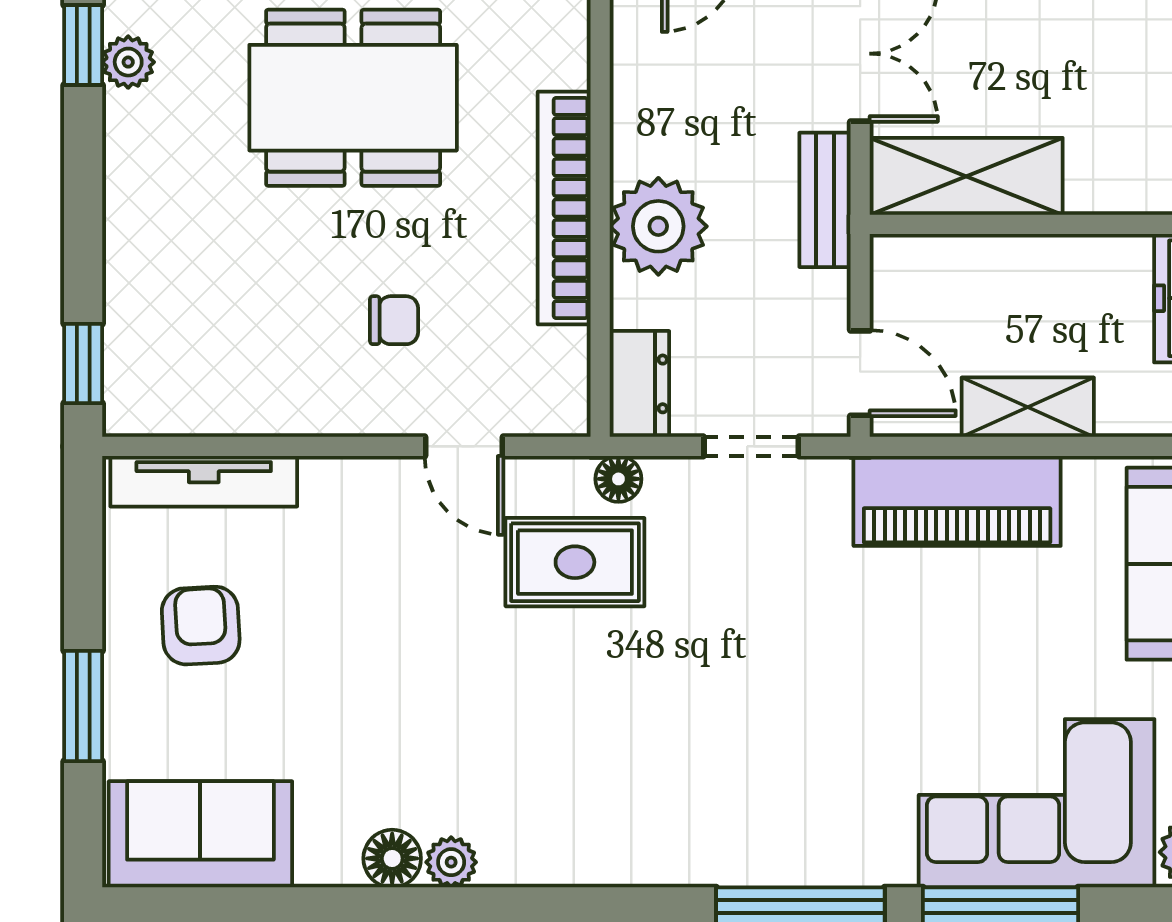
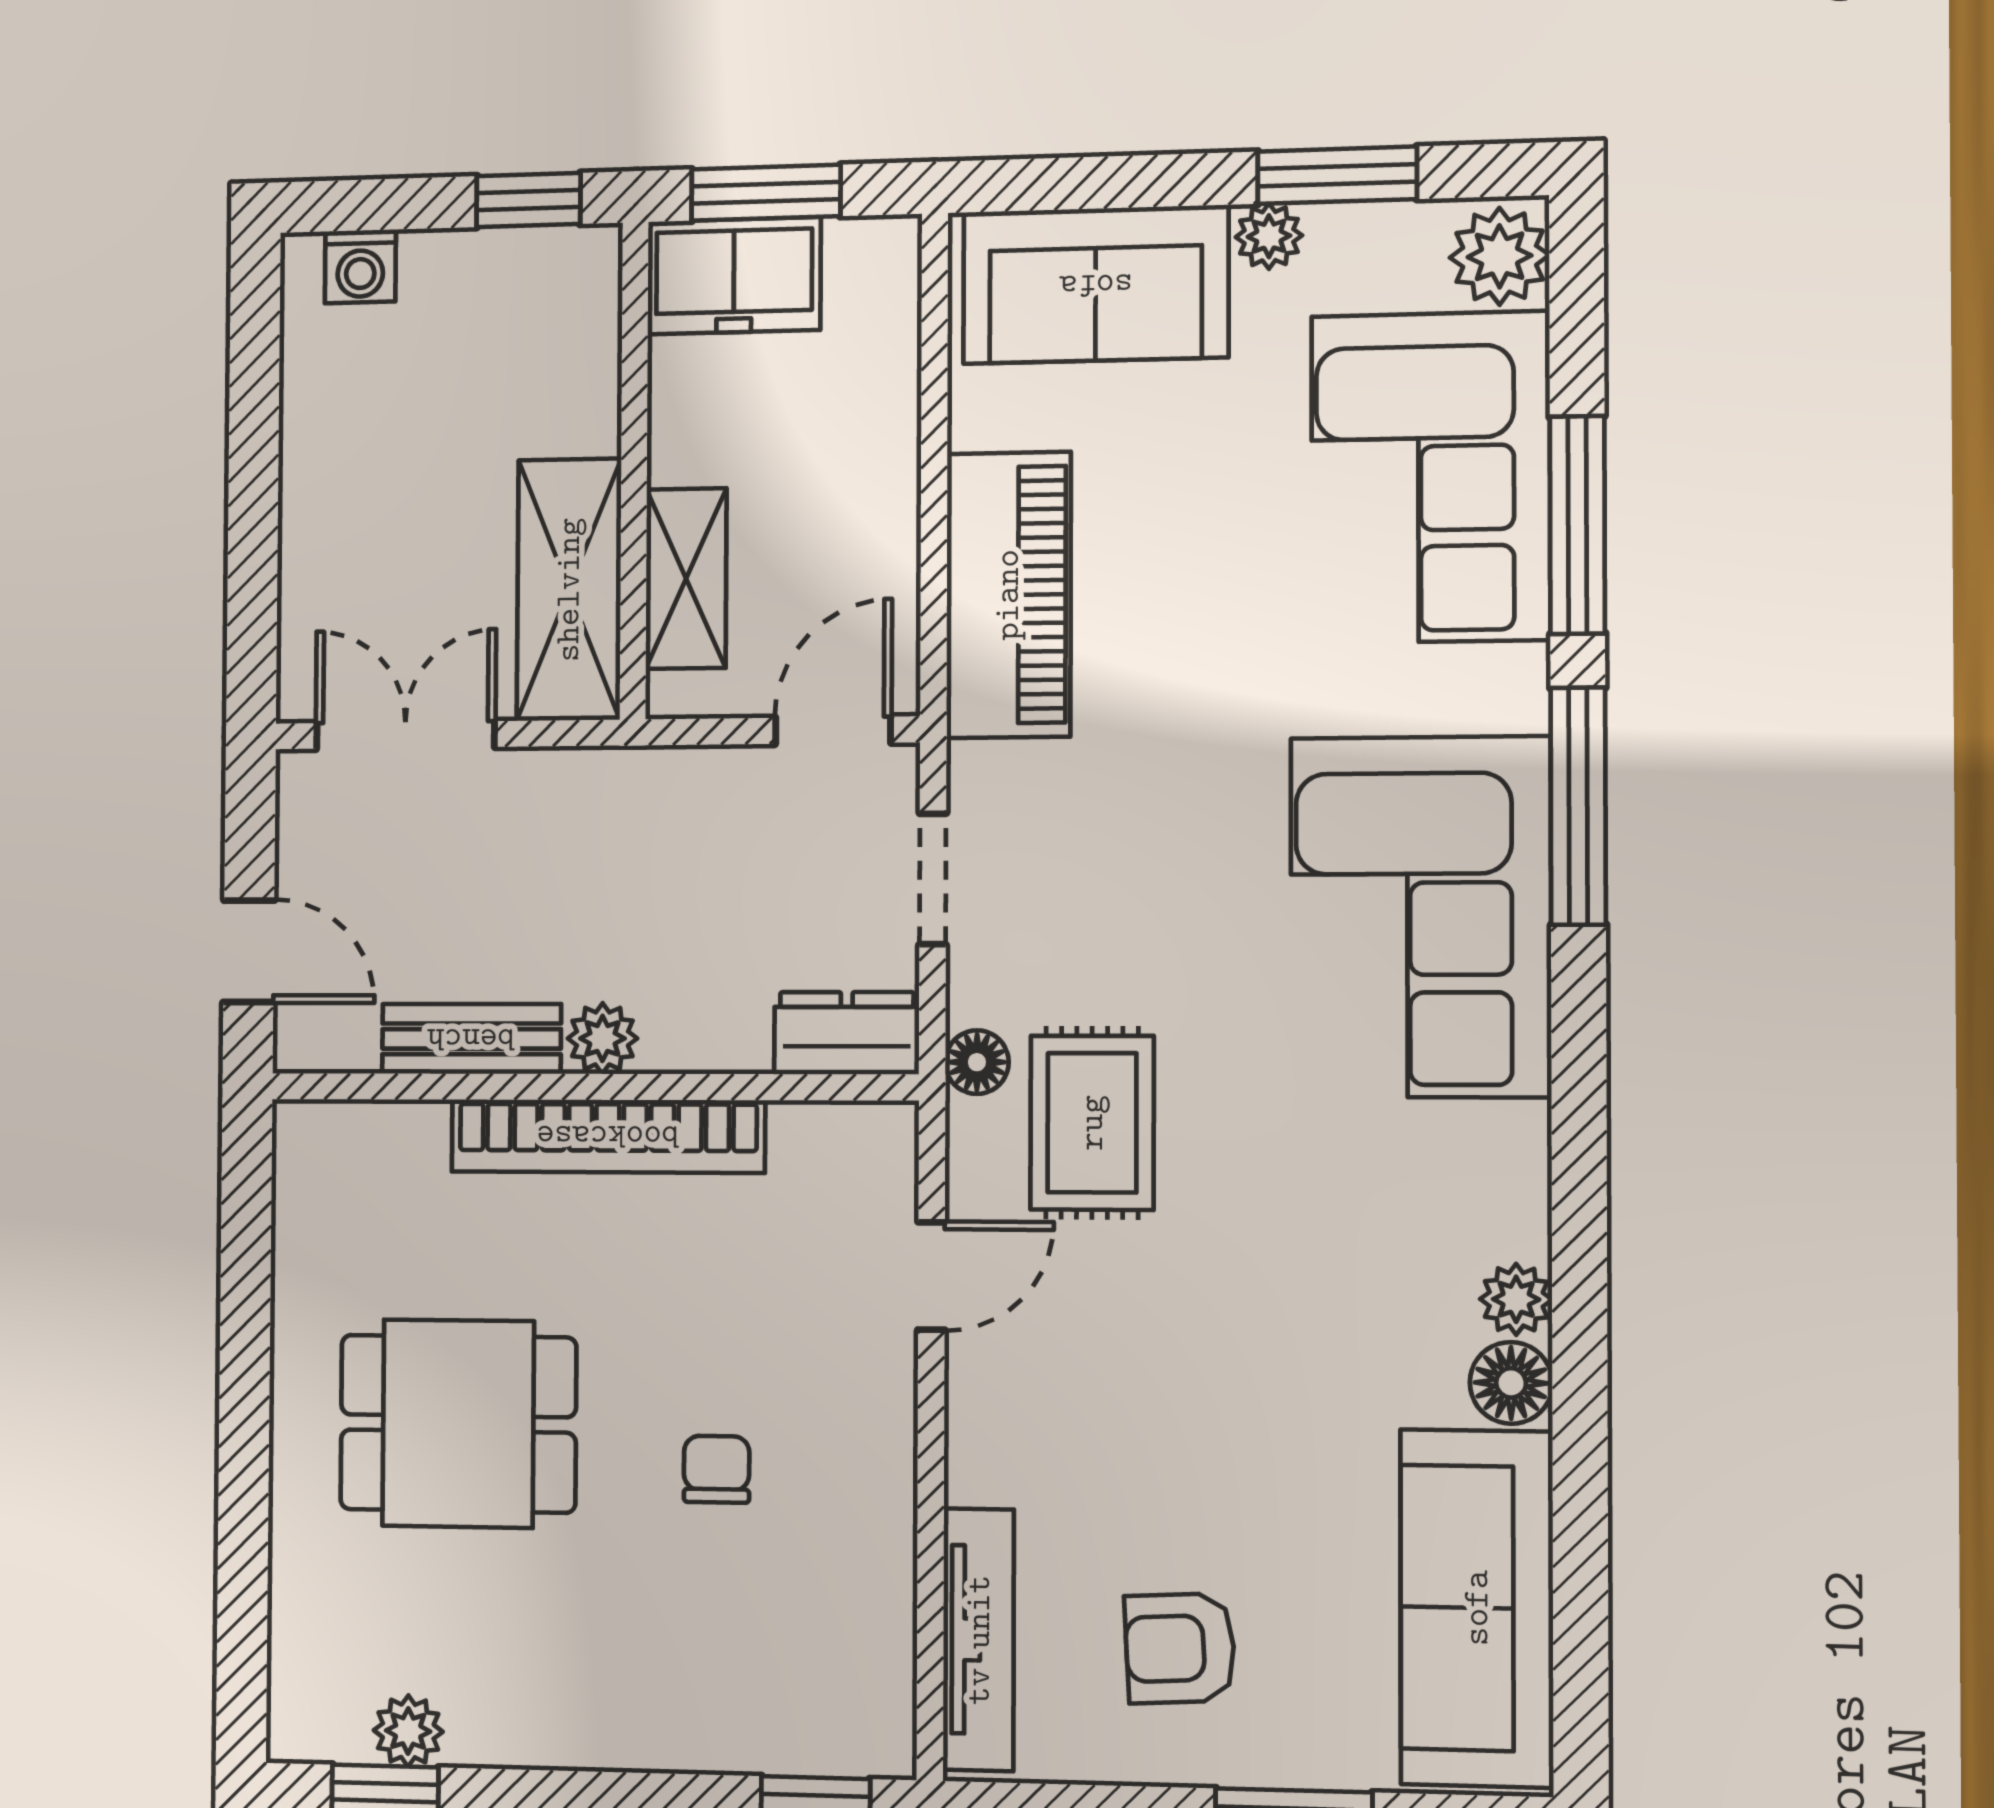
dining table: (353, 98) -> (458, 1424), width x0.73
bench: (825, 200) -> (471, 1039), moved
plant: (658, 226) -> (602, 1038), width x0.53, depth x0.53
chair: (394, 320) -> (717, 1469), moved
shelving: (1028, 407) -> (686, 579), moved
corner sofa: (722, 796) -> (1420, 917), added
sofa: (200, 834) -> (1477, 1608), width x1.36

